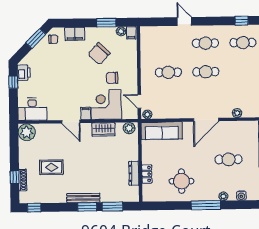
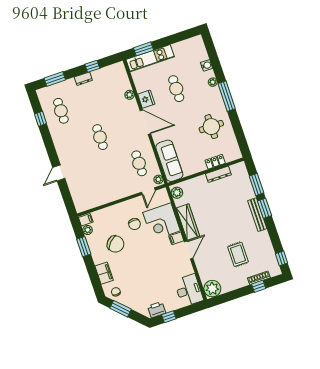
cafe table: (205, 43) -> (73, 146), removed
cafe table: (168, 72) -> (139, 163), moved
fridge: (228, 128) -> (146, 99), added
wardrobe: (103, 129) -> (188, 222), width x1.50

